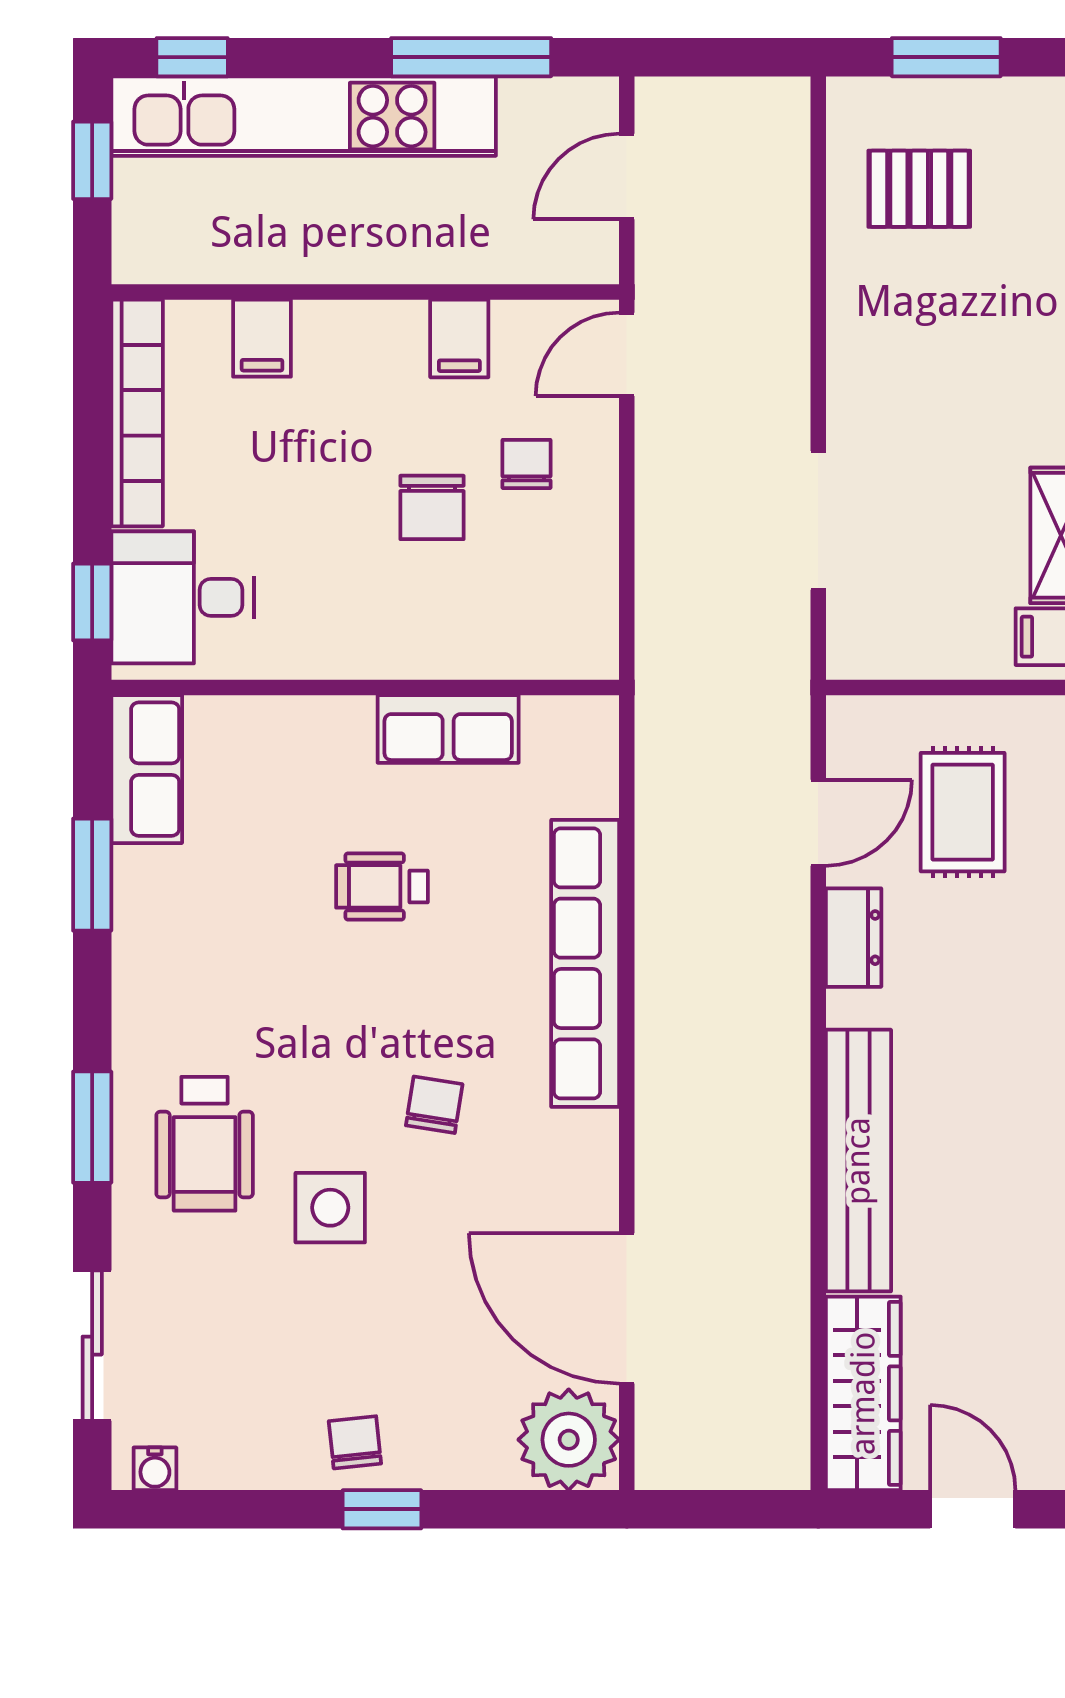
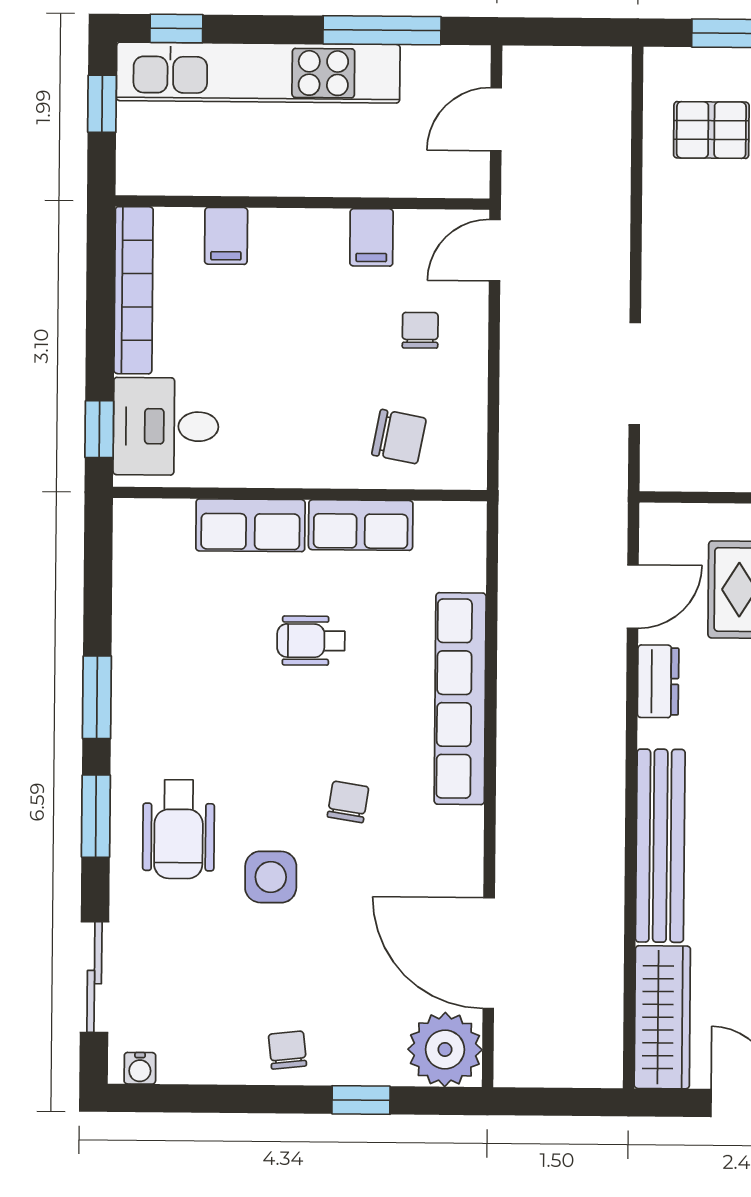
chair: (432, 507) -> (399, 437), moved, turned -79
row of seats: (147, 769) -> (250, 525), moved, turned 90
window: (92, 875) -> (97, 697), moved
window: (382, 1509) -> (361, 1100), moved

